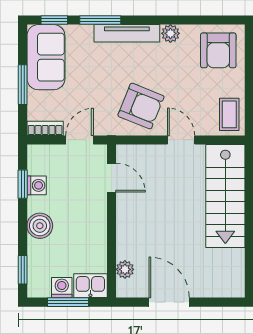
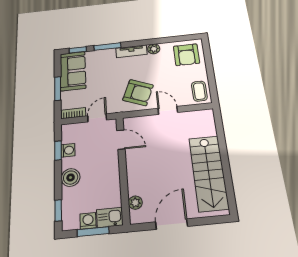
tv unit: (127, 33) -> (131, 51), width x0.71
stairs: (225, 196) -> (209, 173), moved
door: (169, 302) -> (172, 224), hinge flipped

